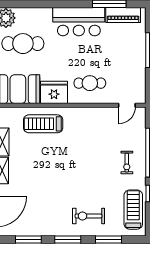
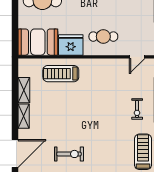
exercise bike: (88, 216) -> (69, 154), moved, turned 180

